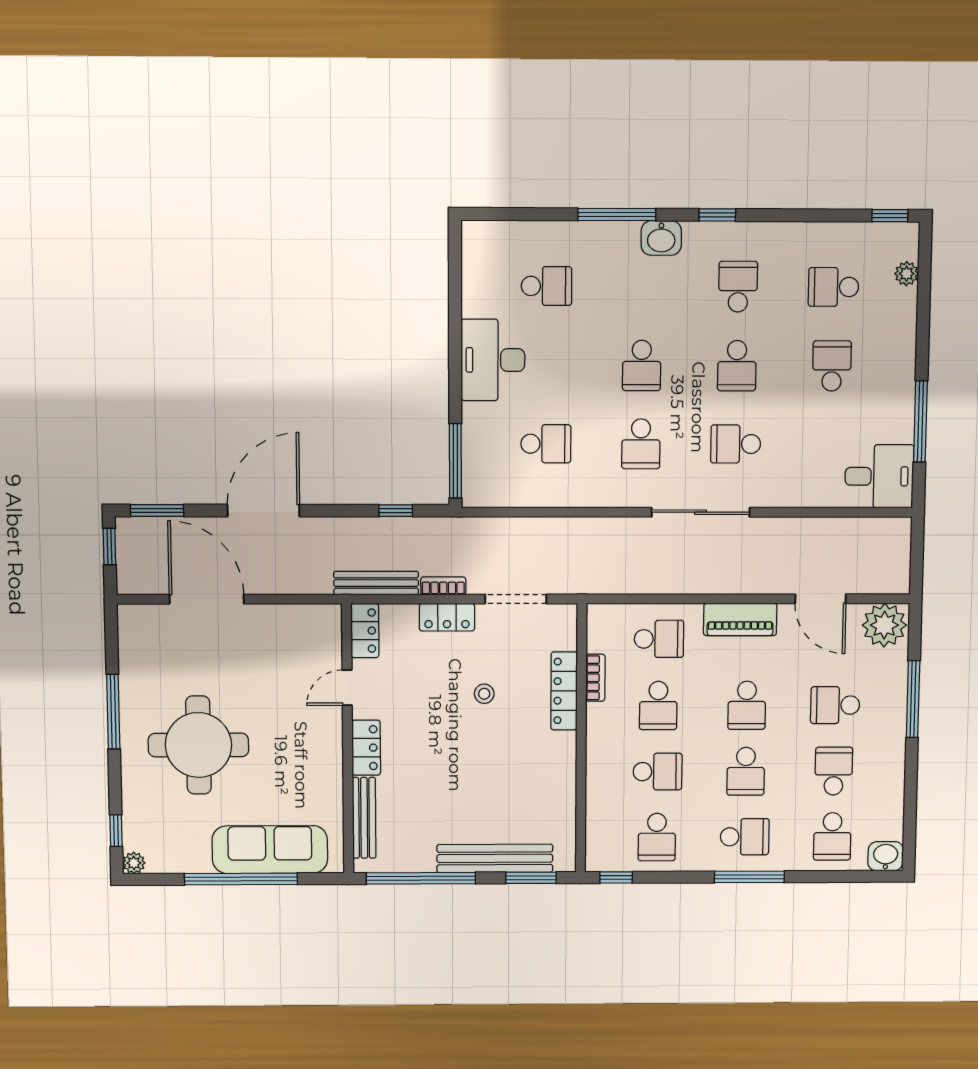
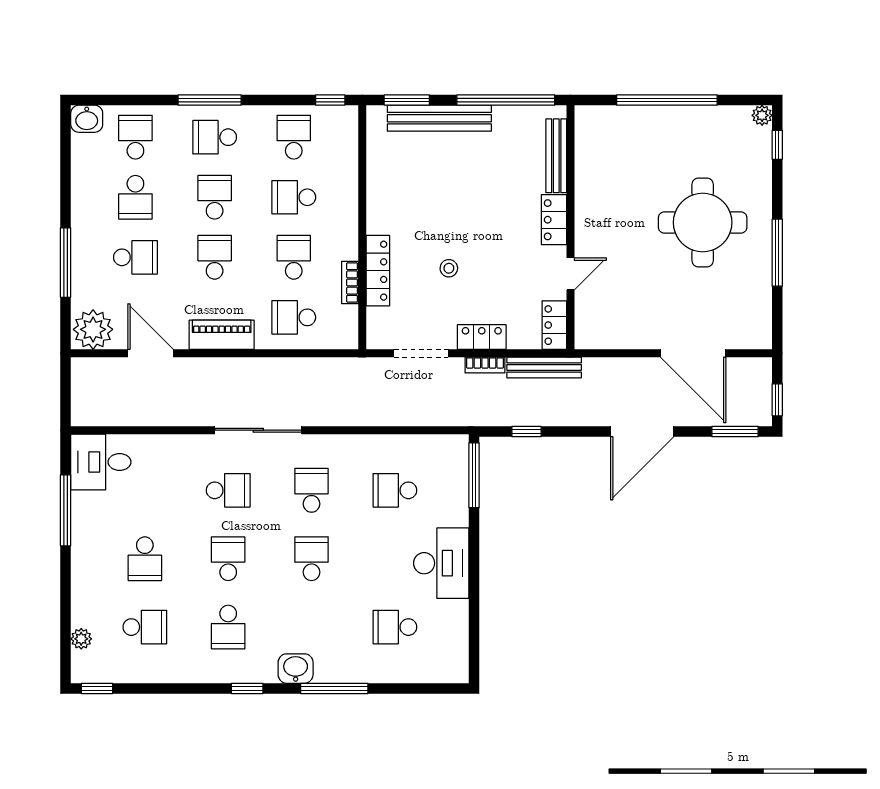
sofa: (270, 850) -> (641, 127), removed

